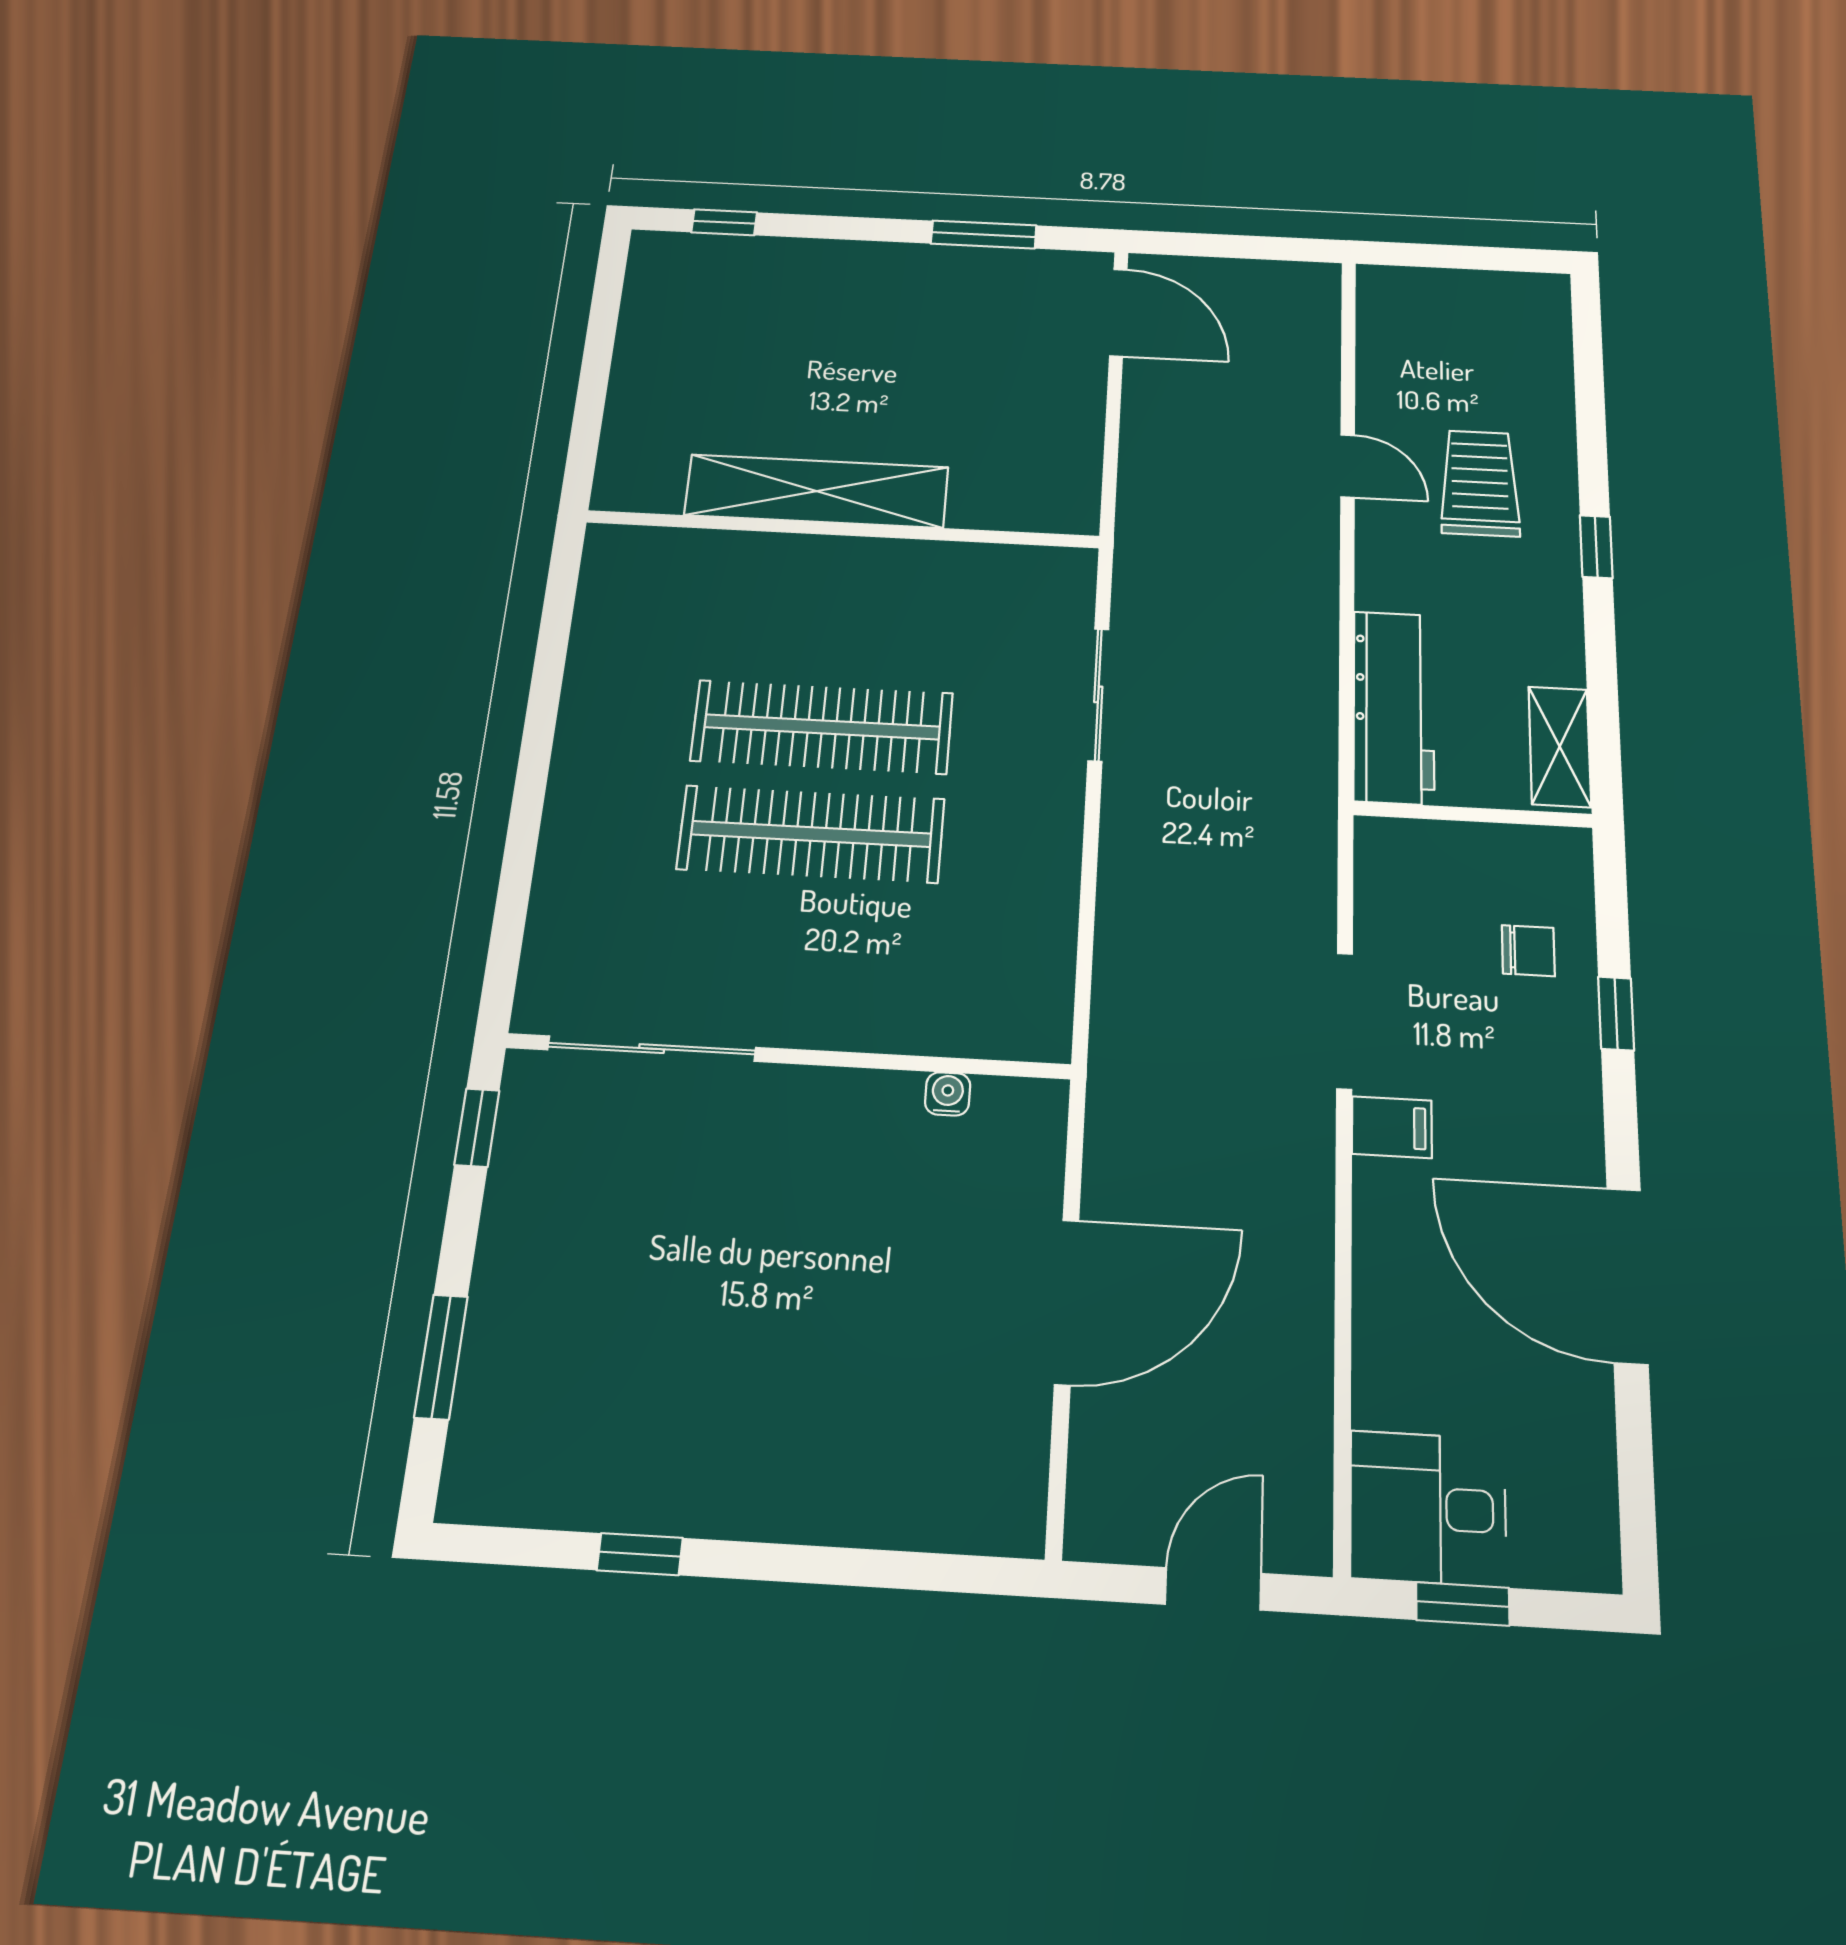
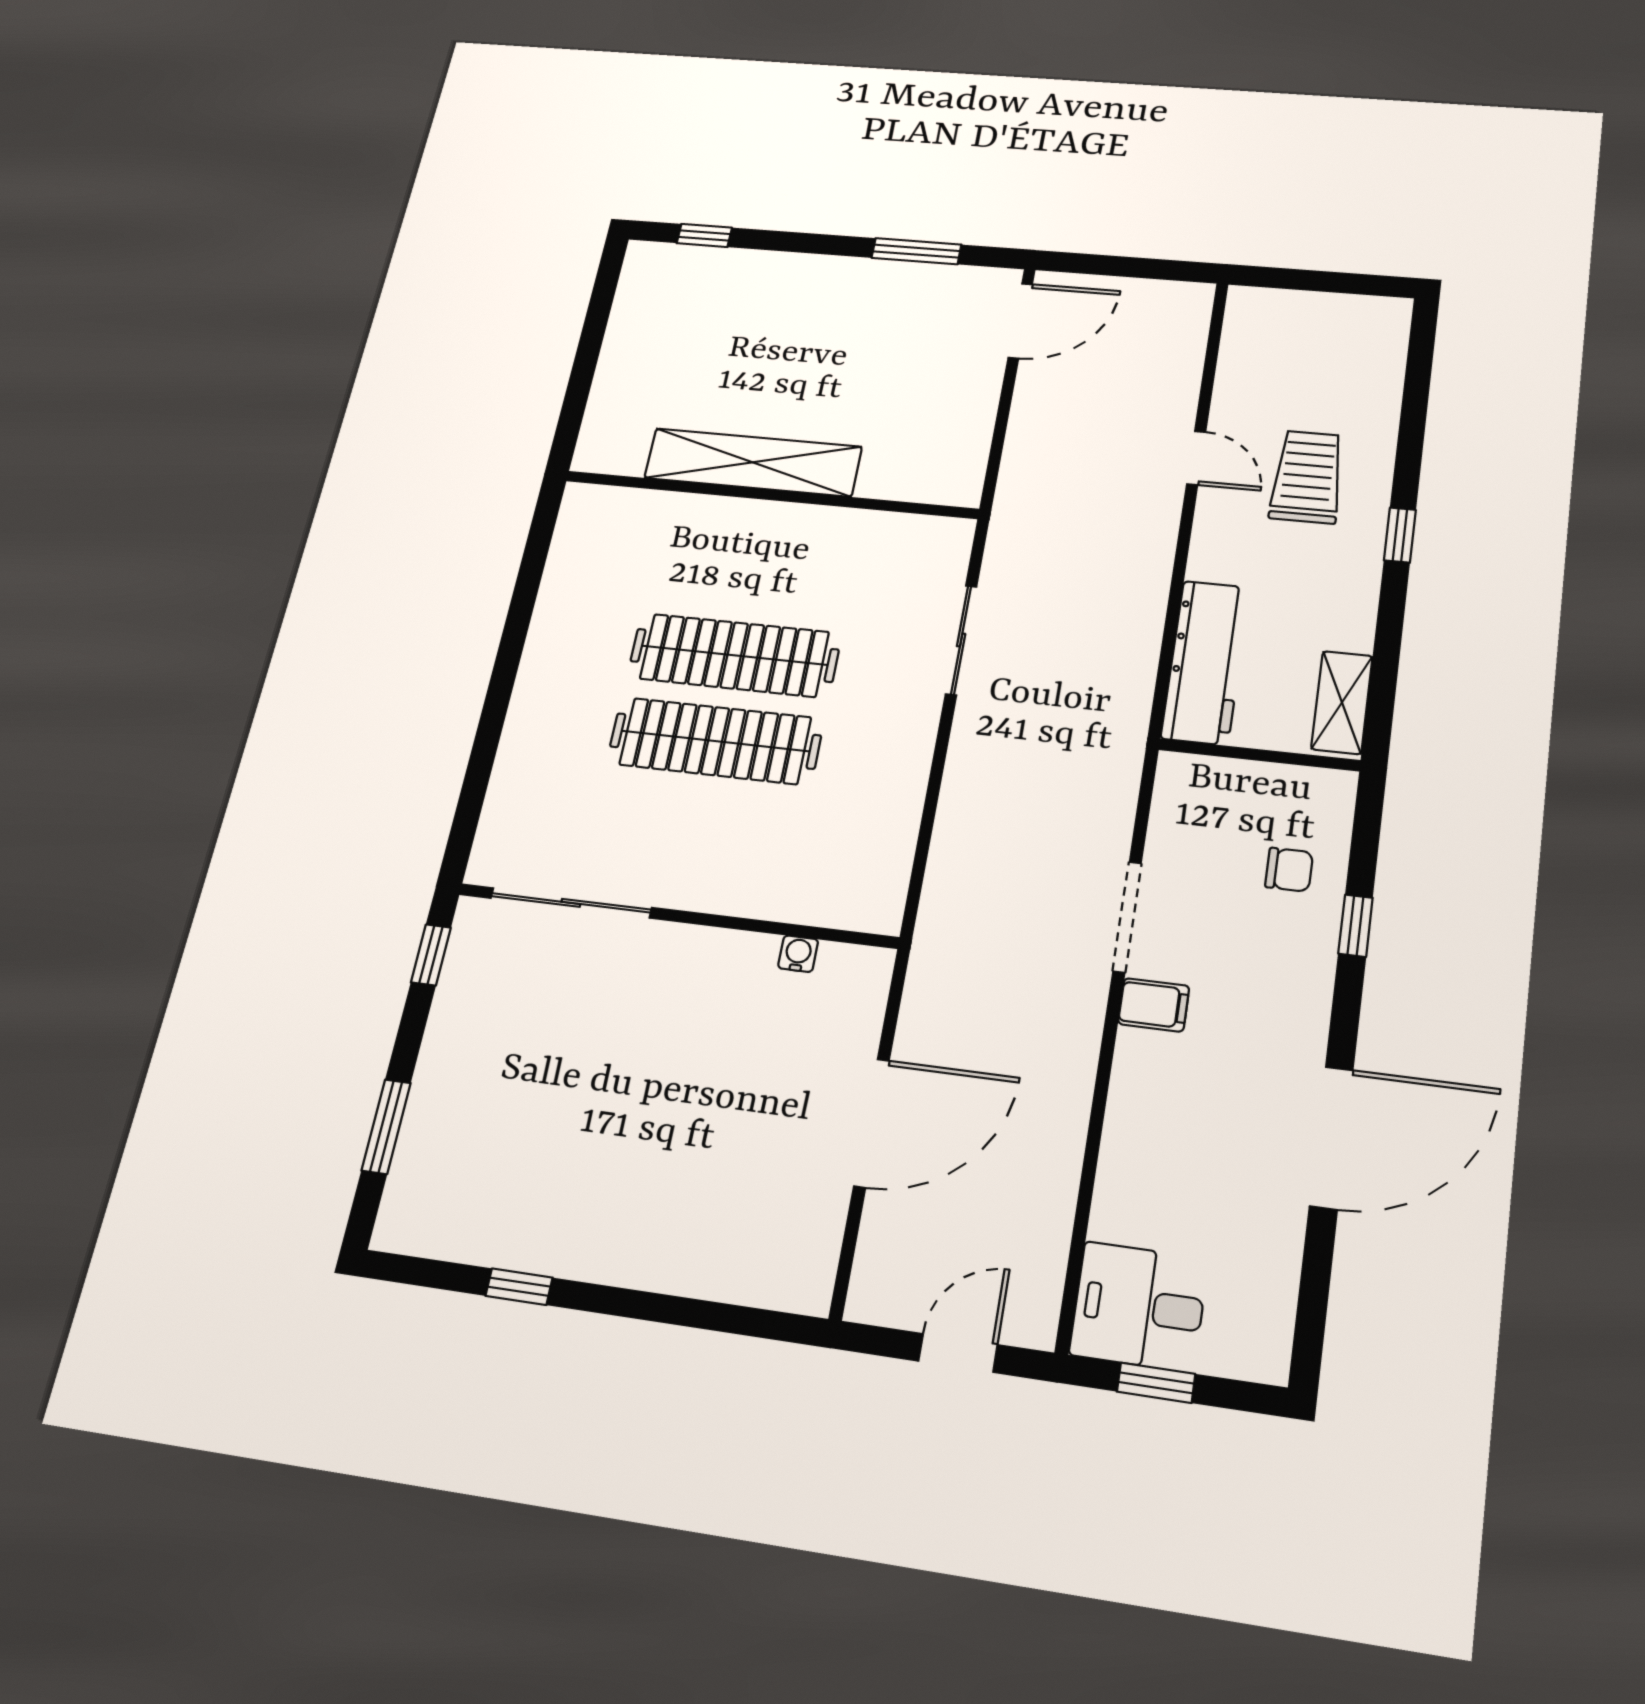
door: (1118, 313) -> (1020, 321), hinge flipped
door: (1627, 1275) -> (1331, 1138), swing flipped

